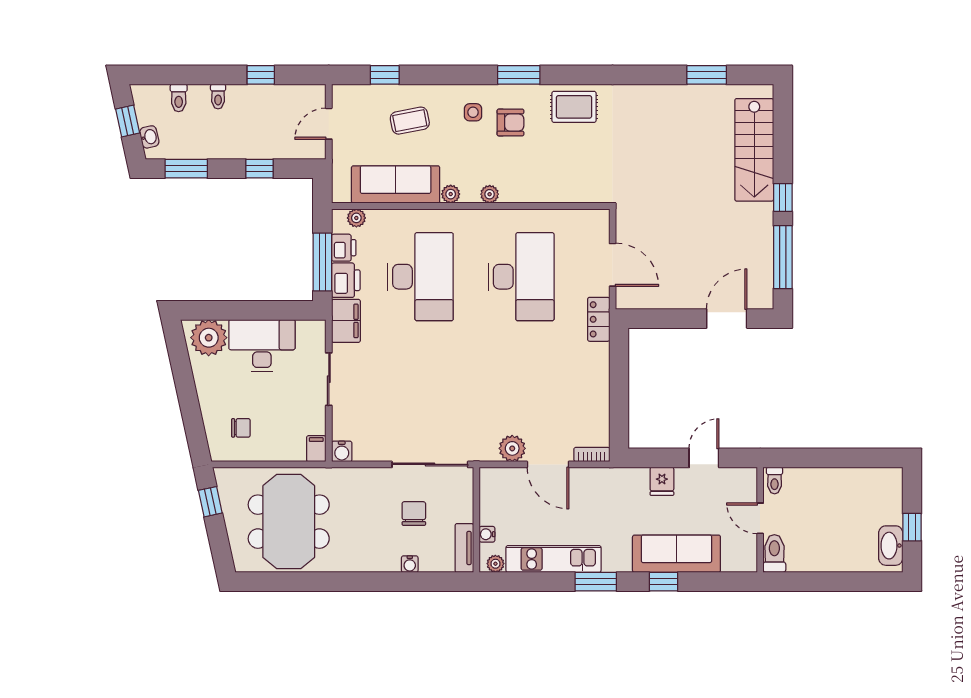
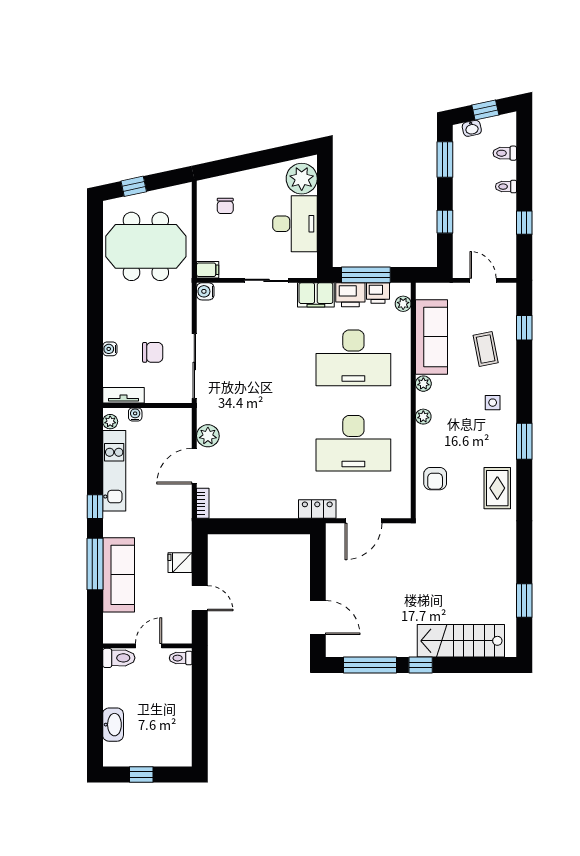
armchair: (510, 122) -> (435, 479), moved
window: (210, 502) -> (134, 186), moved
washbasin: (891, 546) -> (113, 725), moved, turned 90
window: (596, 582) -> (95, 507), width x0.67
window: (664, 582) -> (95, 564), width x2.17

